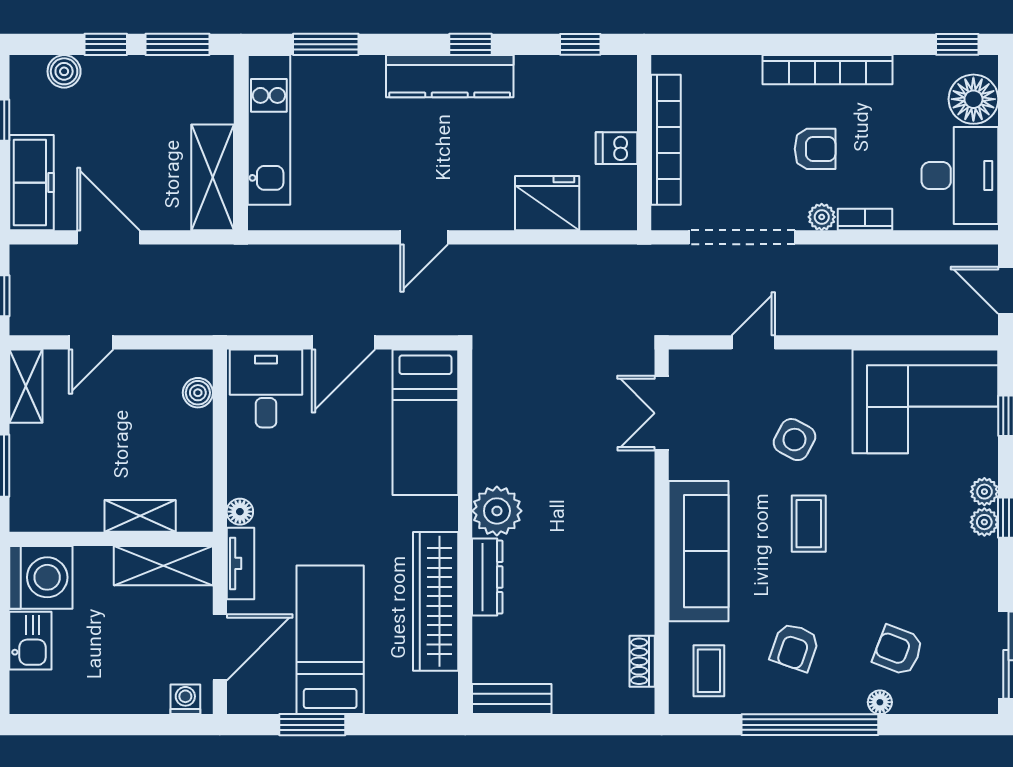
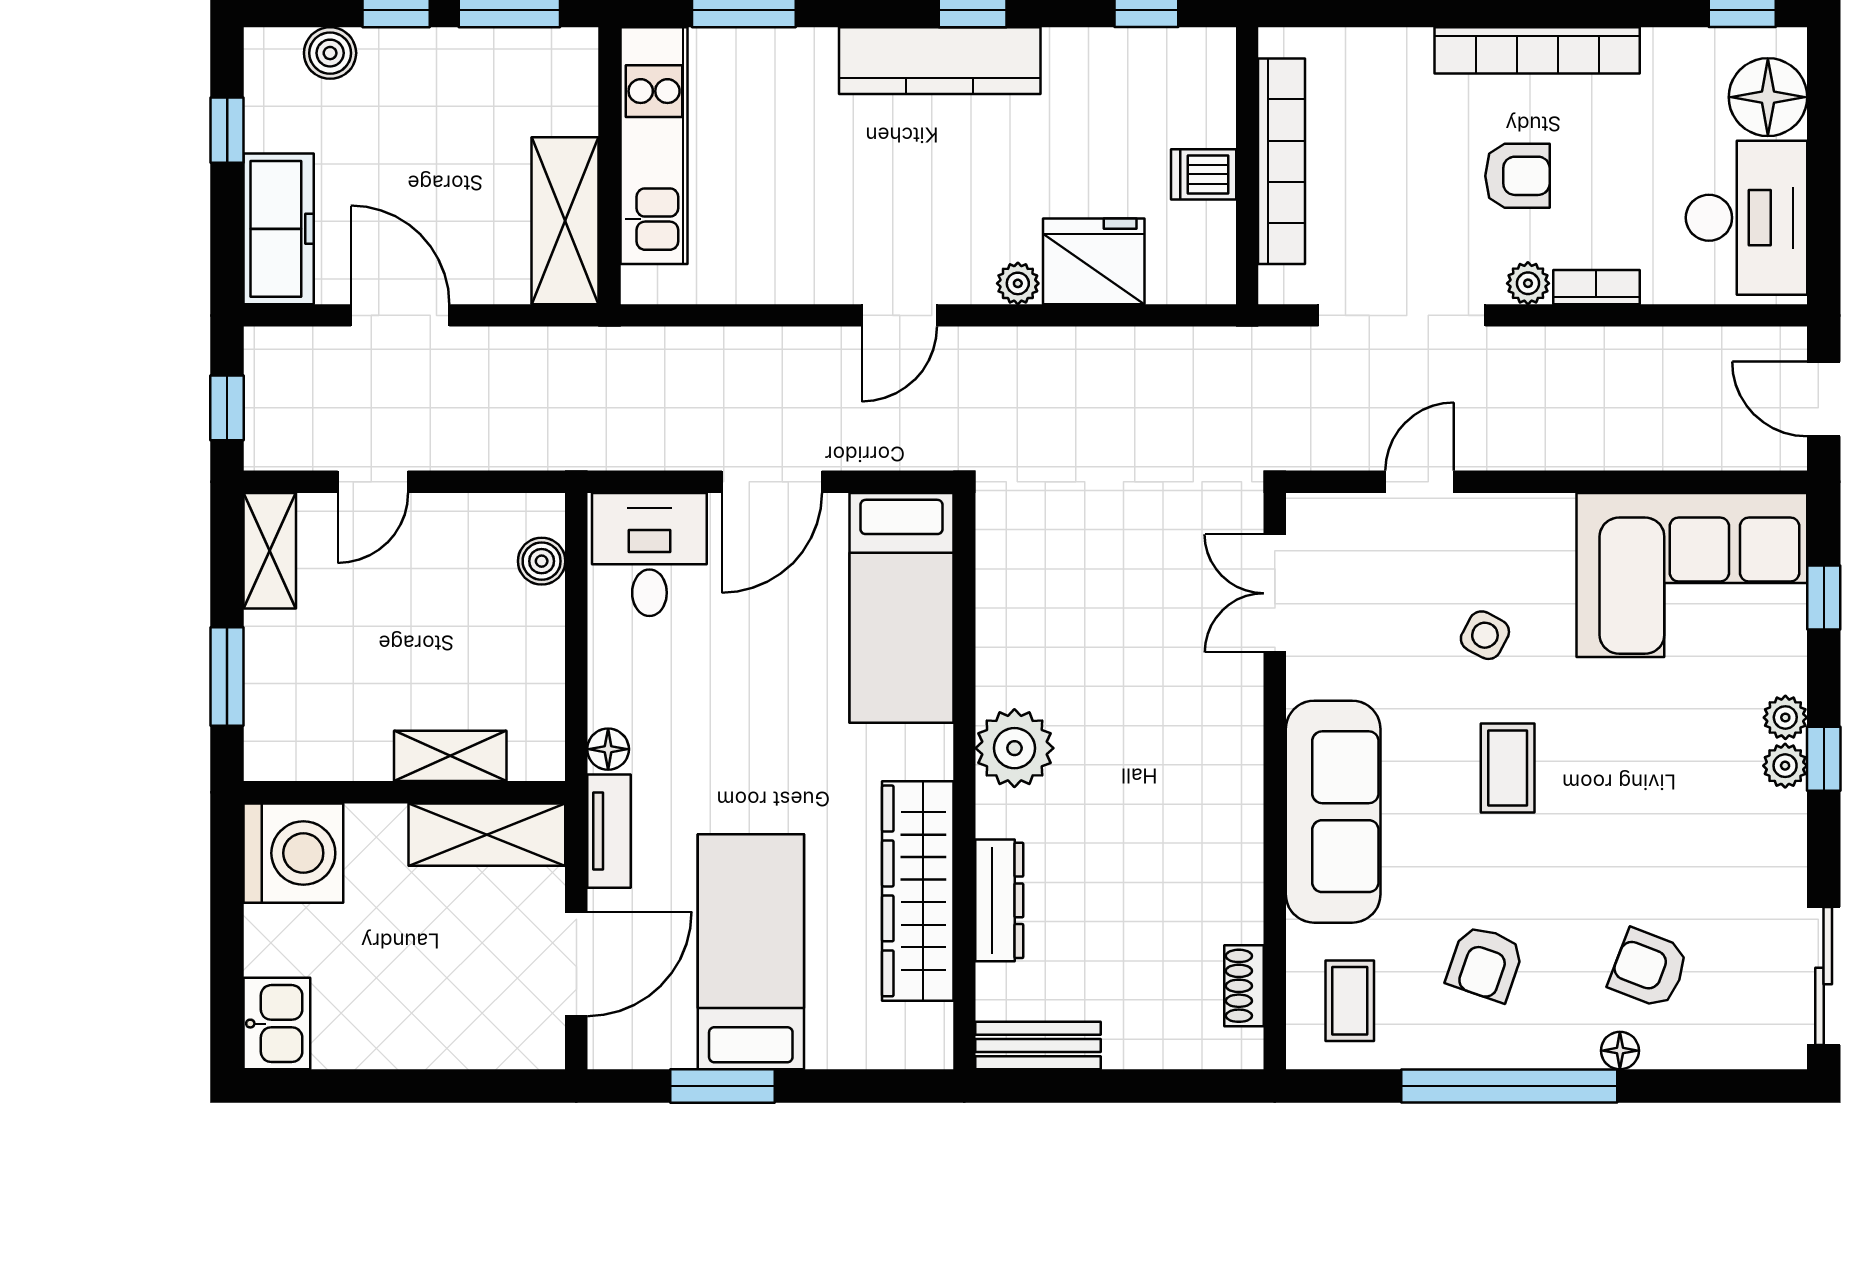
plant: (499, 217) -> (1018, 283), added
side table: (794, 440) -> (1485, 635), width x0.73, depth x0.73
dresser: (487, 577) -> (999, 900), moved
kitchen sink: (30, 641) -> (277, 1024), moved
washing machine: (185, 699) -> (522, 1046), removed

